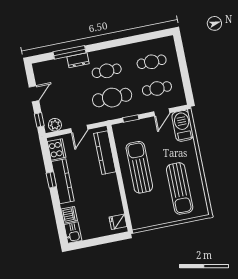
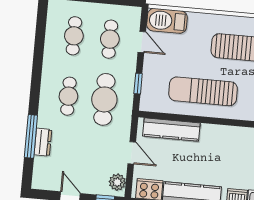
dresser: (78, 60) -> (43, 142), moved

